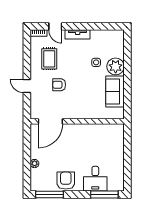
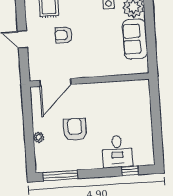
armchair: (66, 181) -> (75, 130), moved
window: (104, 194) -> (130, 171), width x0.46

